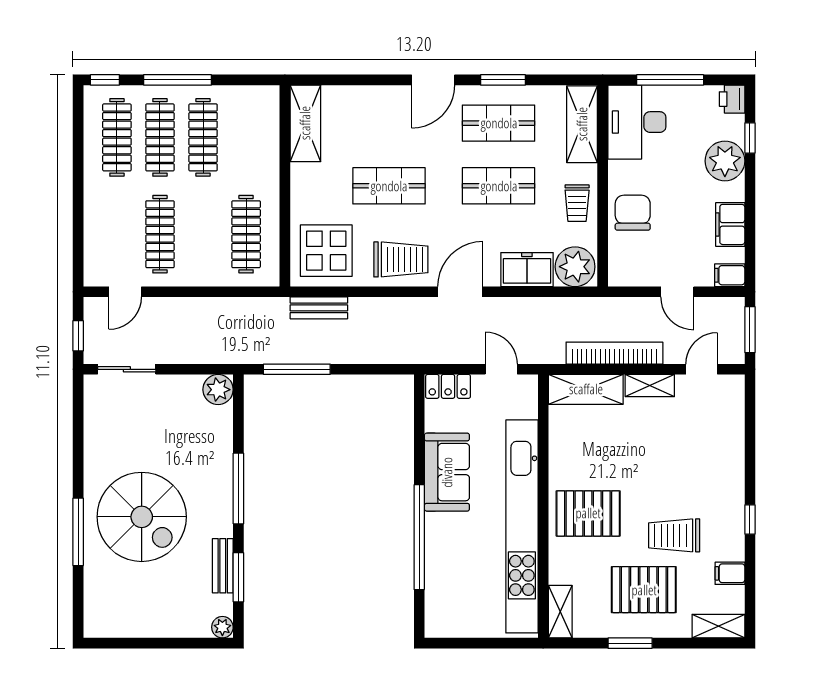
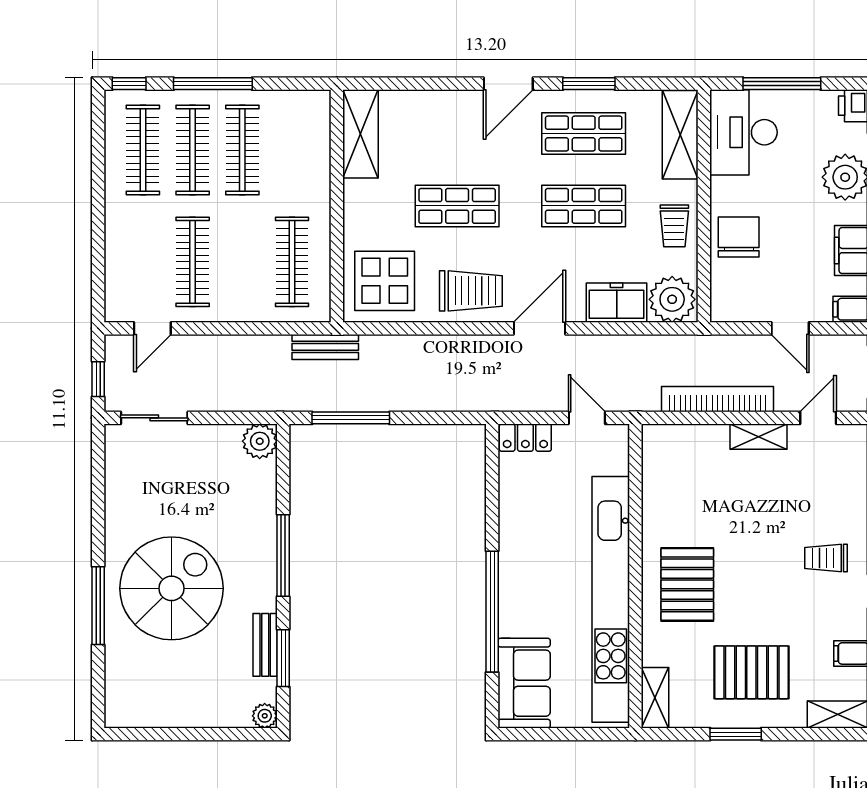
bench: (319, 308) -> (325, 347), moved
shelving: (586, 389) -> (684, 441), removed
sofa: (447, 472) -> (524, 683), moved
pallet: (588, 513) -> (687, 584), turned 90
spiral stairs: (142, 517) -> (172, 588), turned -90
trolley: (674, 535) -> (826, 558), moved, width x0.73, depth x0.72

